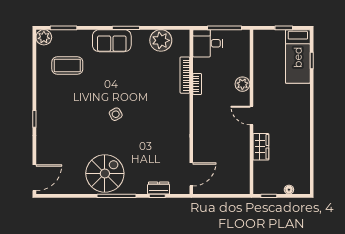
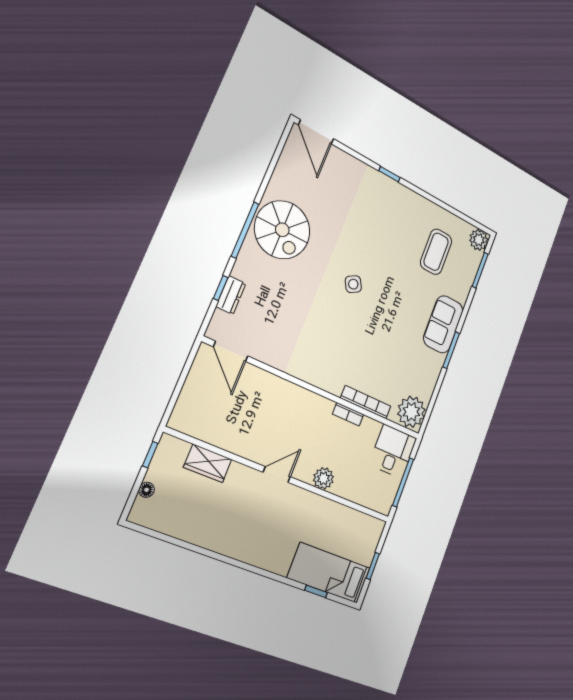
plant: (161, 40) -> (411, 412), moved
wardrobe: (261, 147) -> (208, 463), moved

